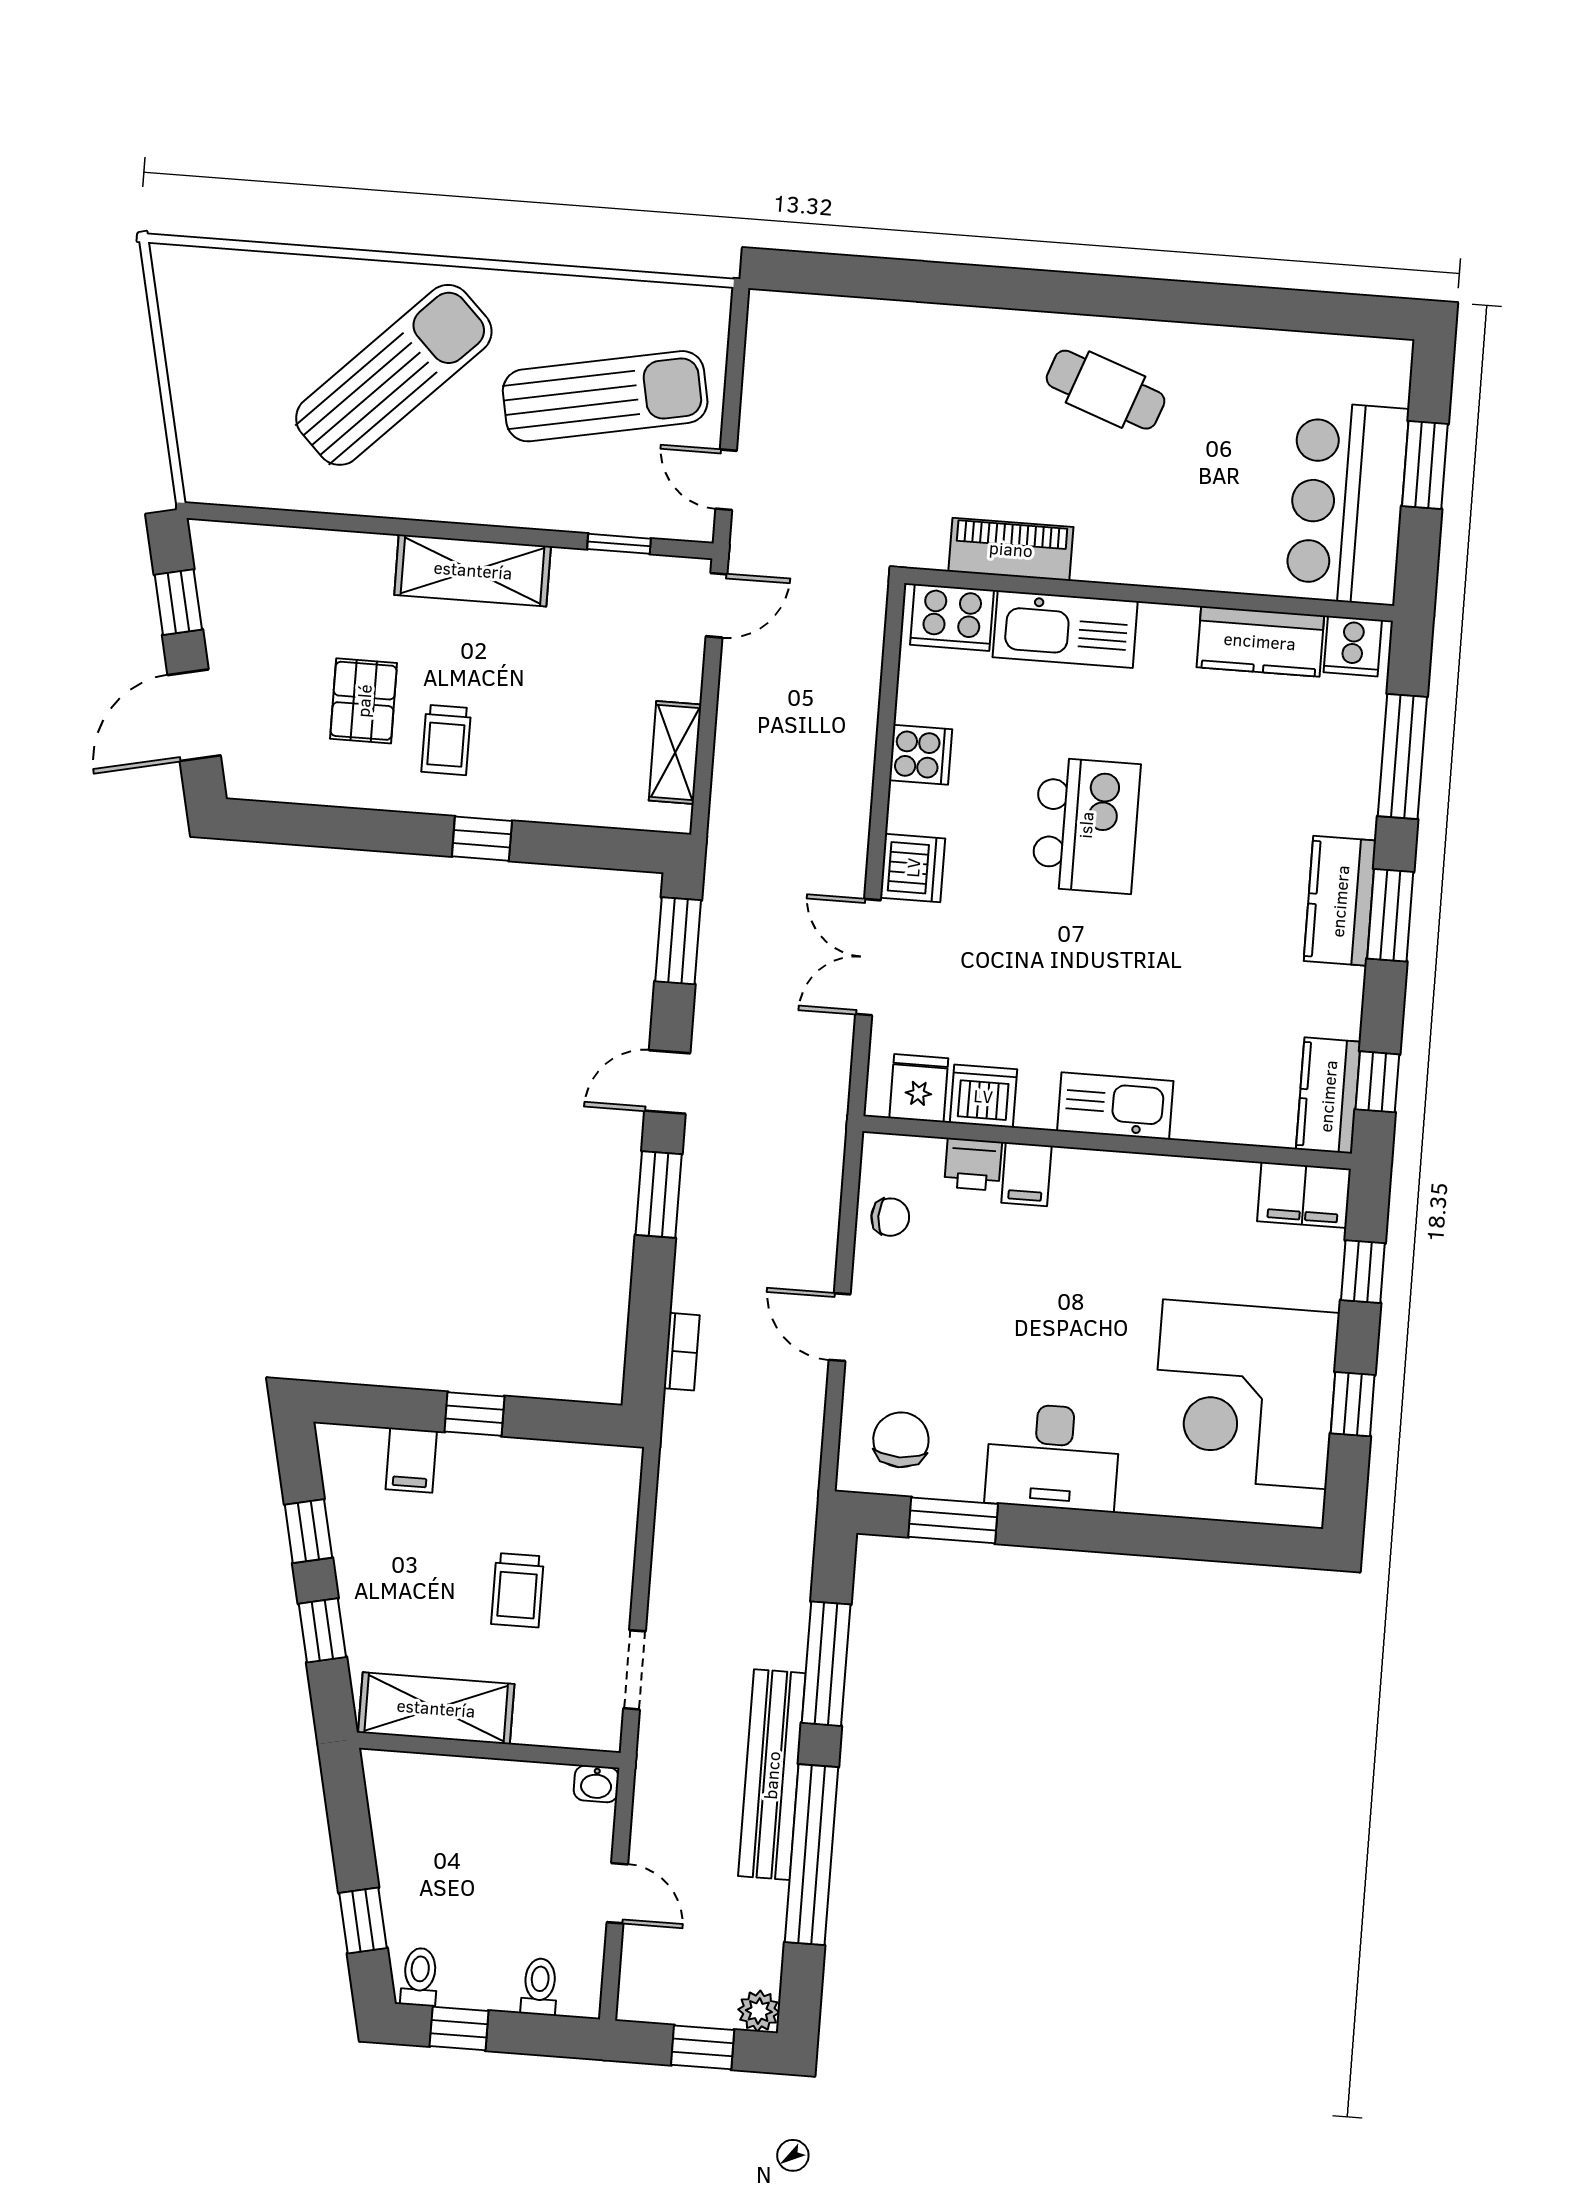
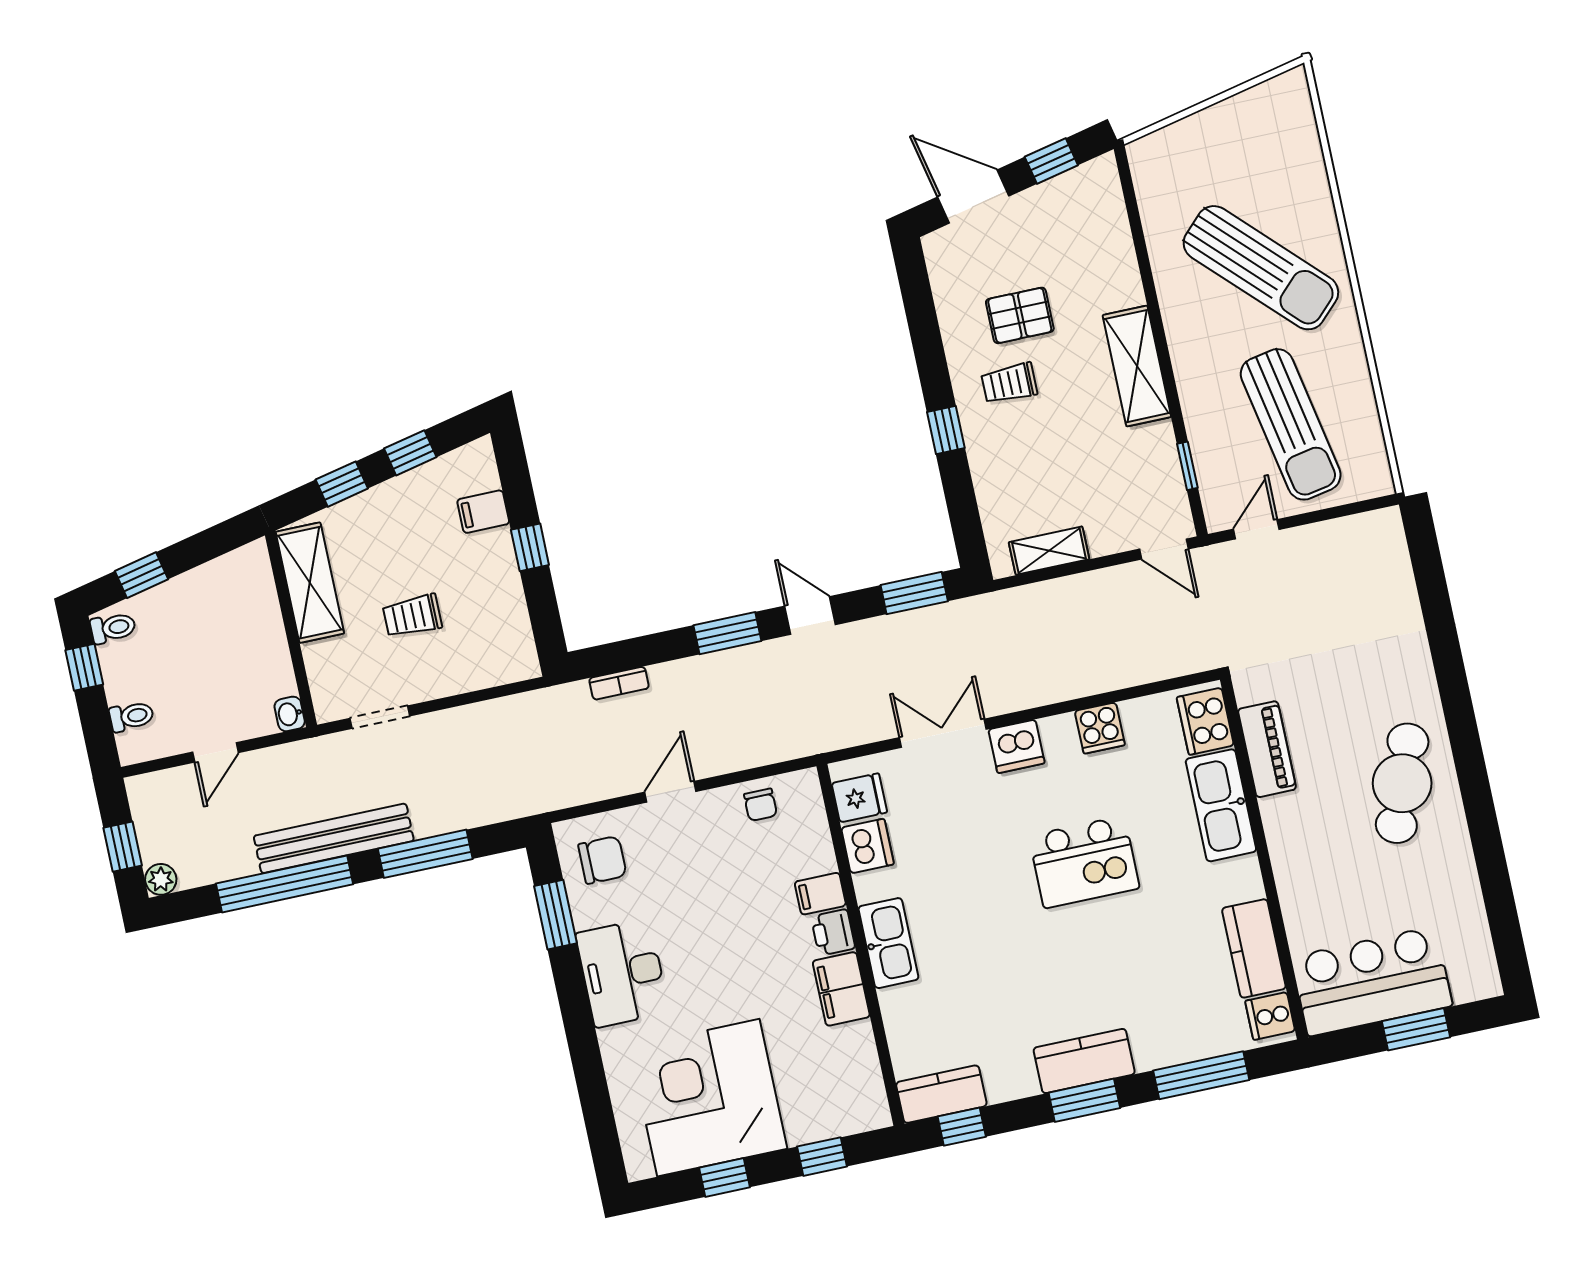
cafe table: (1106, 390) -> (1402, 783), width x1.37, depth x1.35
printer: (973, 1164) -> (833, 932), moved
filing cabinet: (1304, 1195) -> (841, 989), moved

